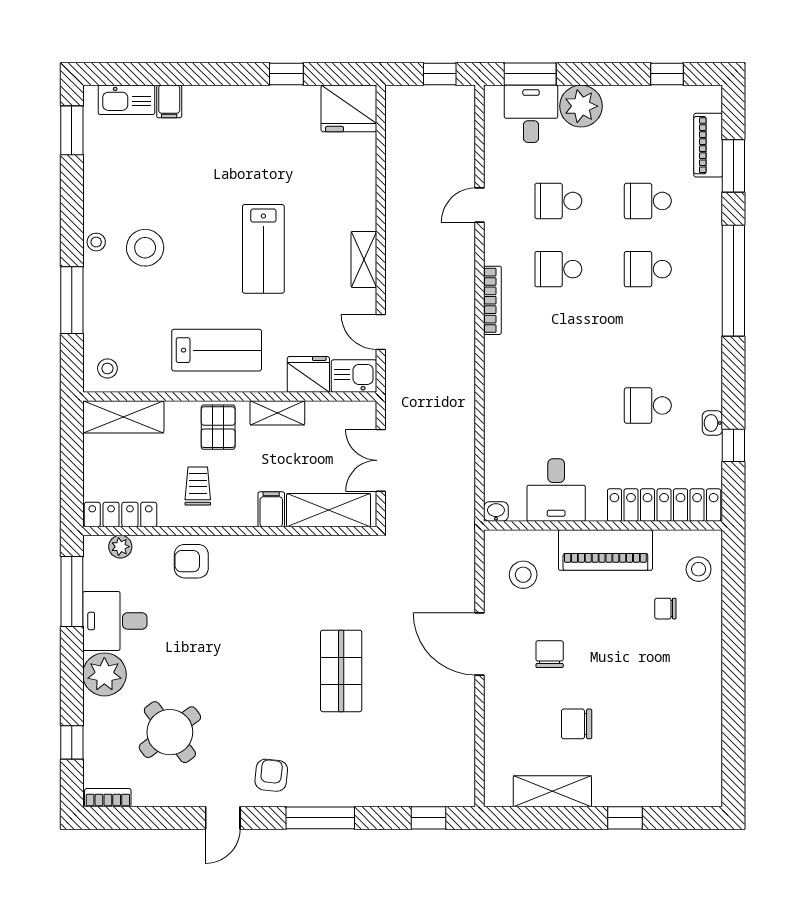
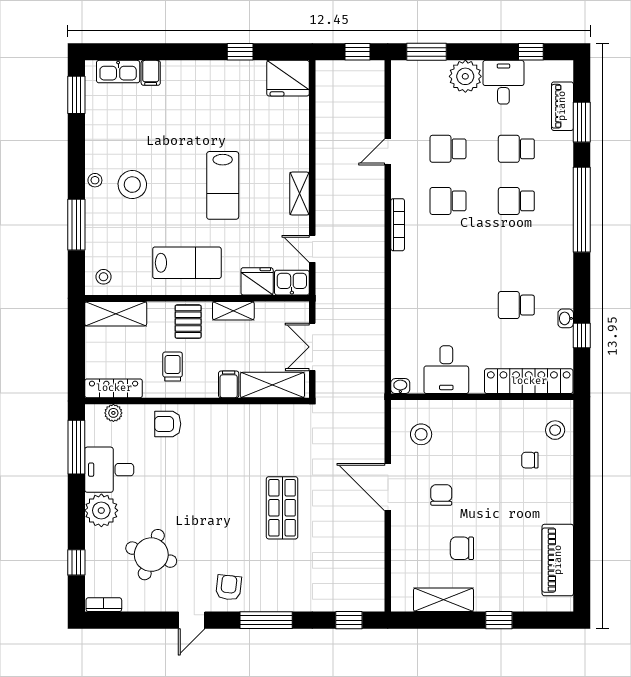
desk: (531, 114) -> (503, 82), moved
piano: (605, 550) -> (558, 560), moved, turned 90
round table: (170, 732) -> (151, 555), turned -34

